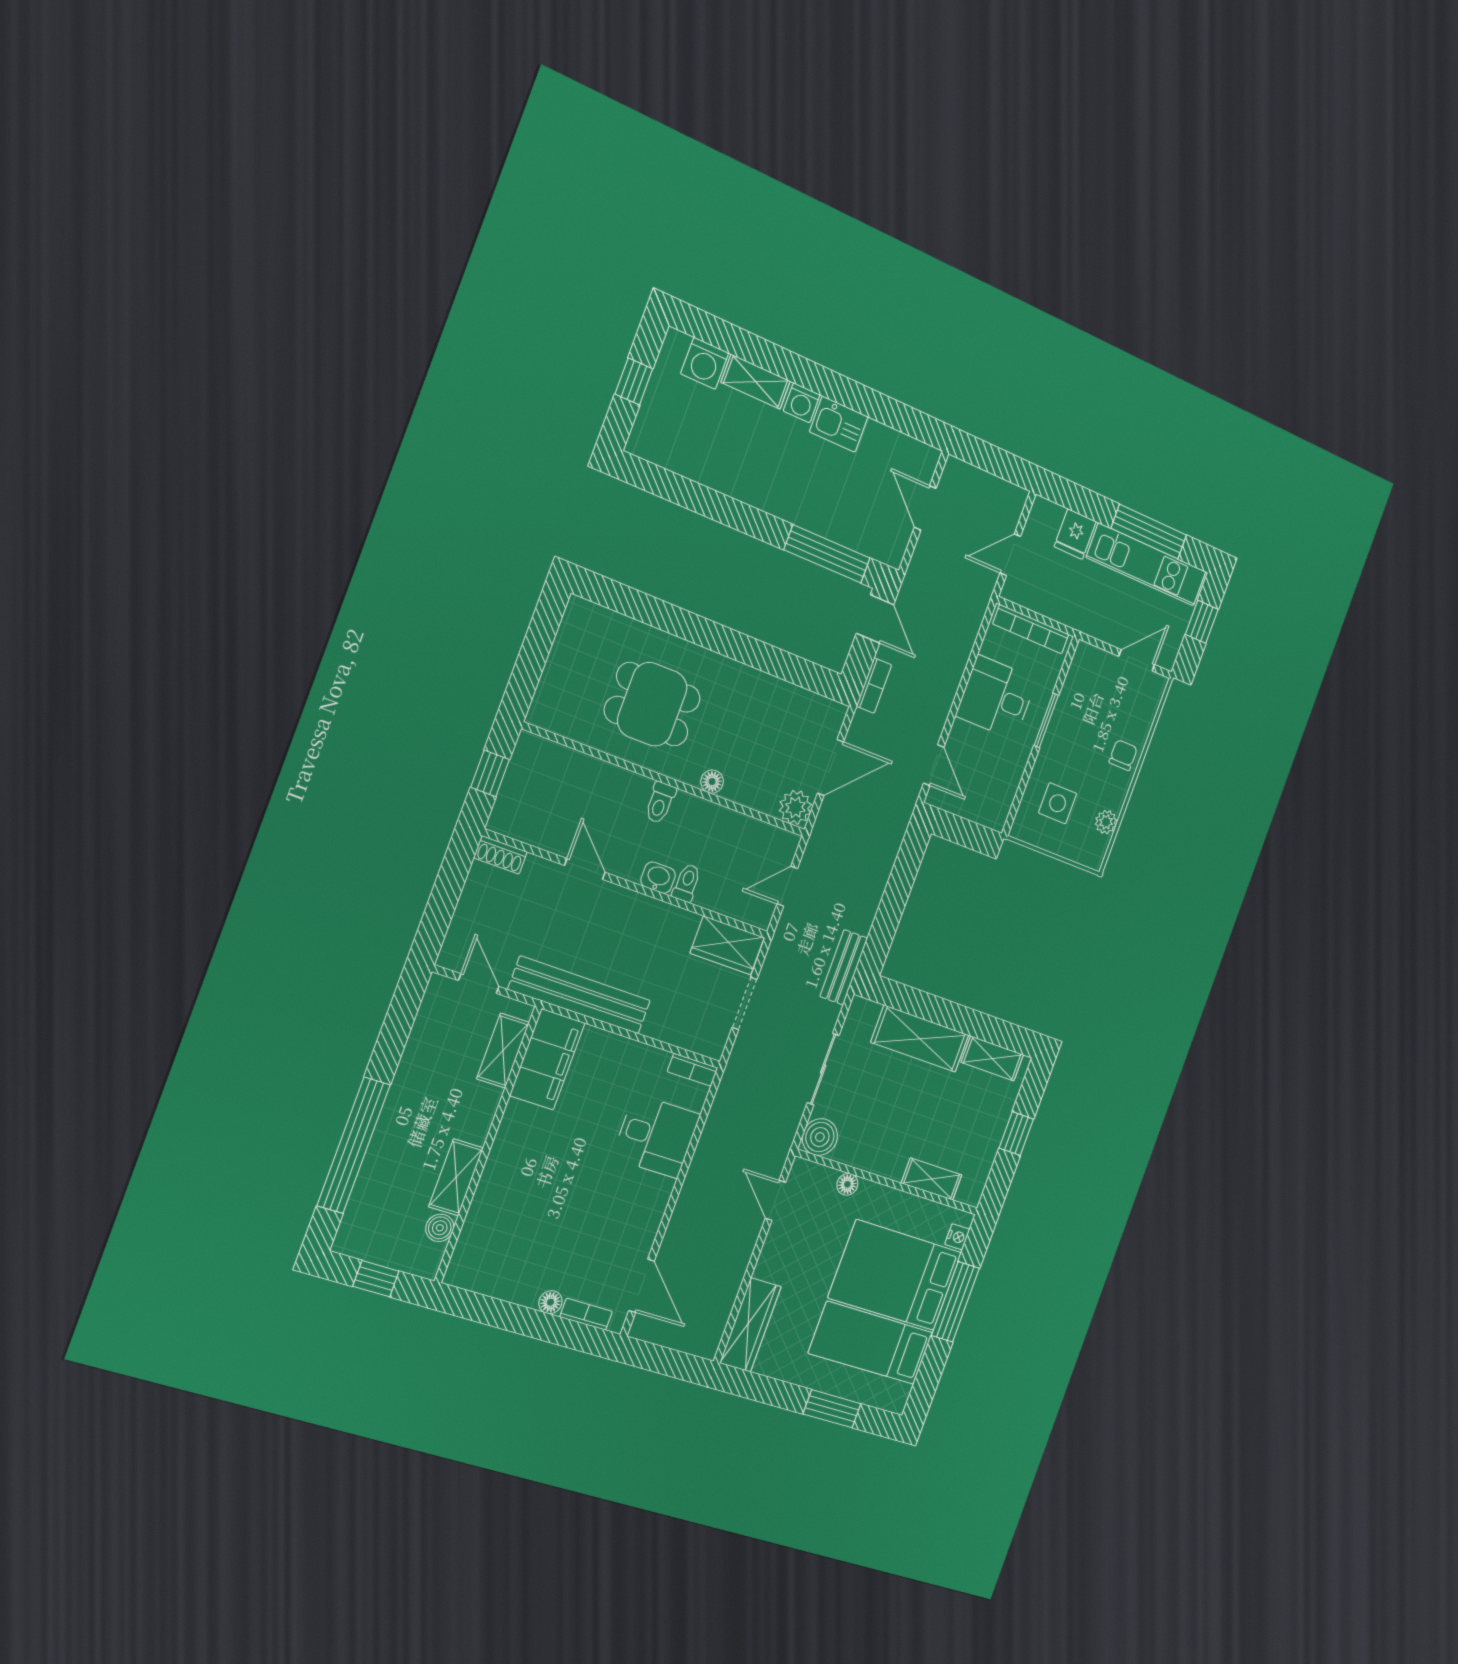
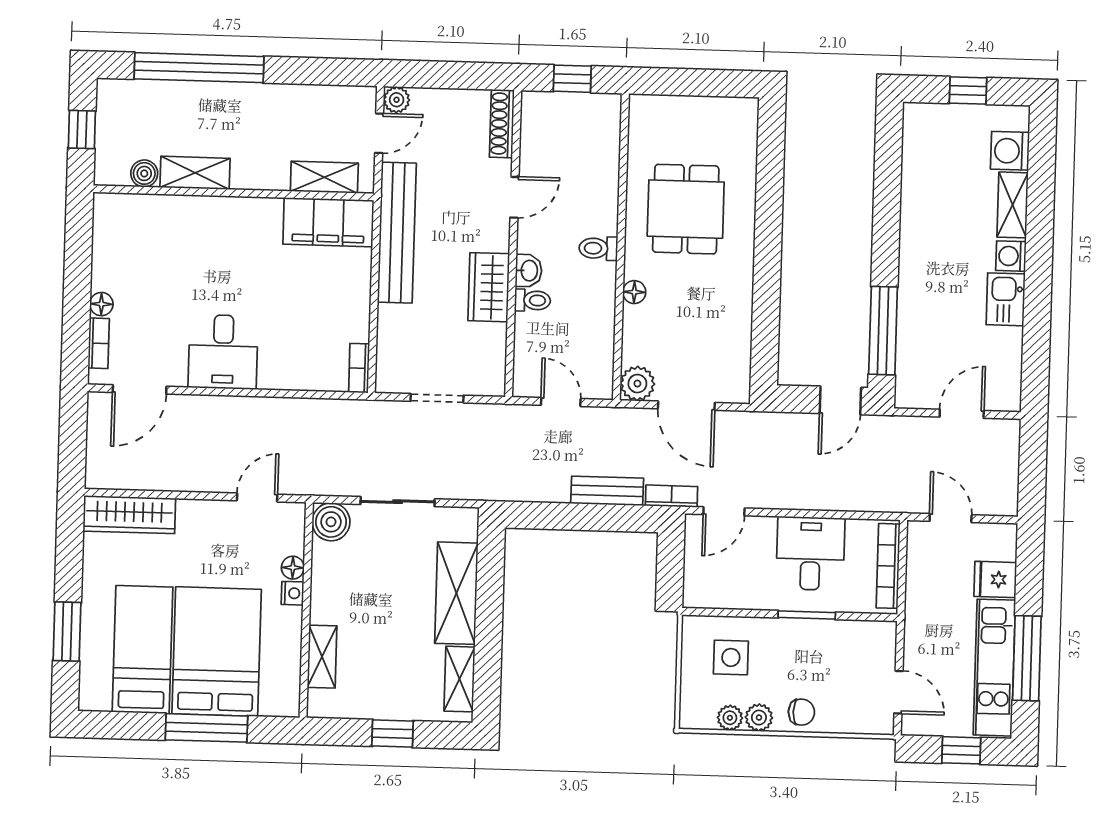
bookcase: (874, 686) -> (672, 496), moved, turned 180
plant: (1115, 795) -> (759, 718), added
shoe rack: (500, 855) -> (502, 124), width x1.43
wardrobe: (727, 945) -> (489, 287), moved
plant: (452, 956) -> (397, 100), added
bench: (844, 967) -> (607, 491), moved
desk: (656, 1136) -> (223, 352), moved
nightstand: (957, 1237) -> (292, 593), moved, turned -90

